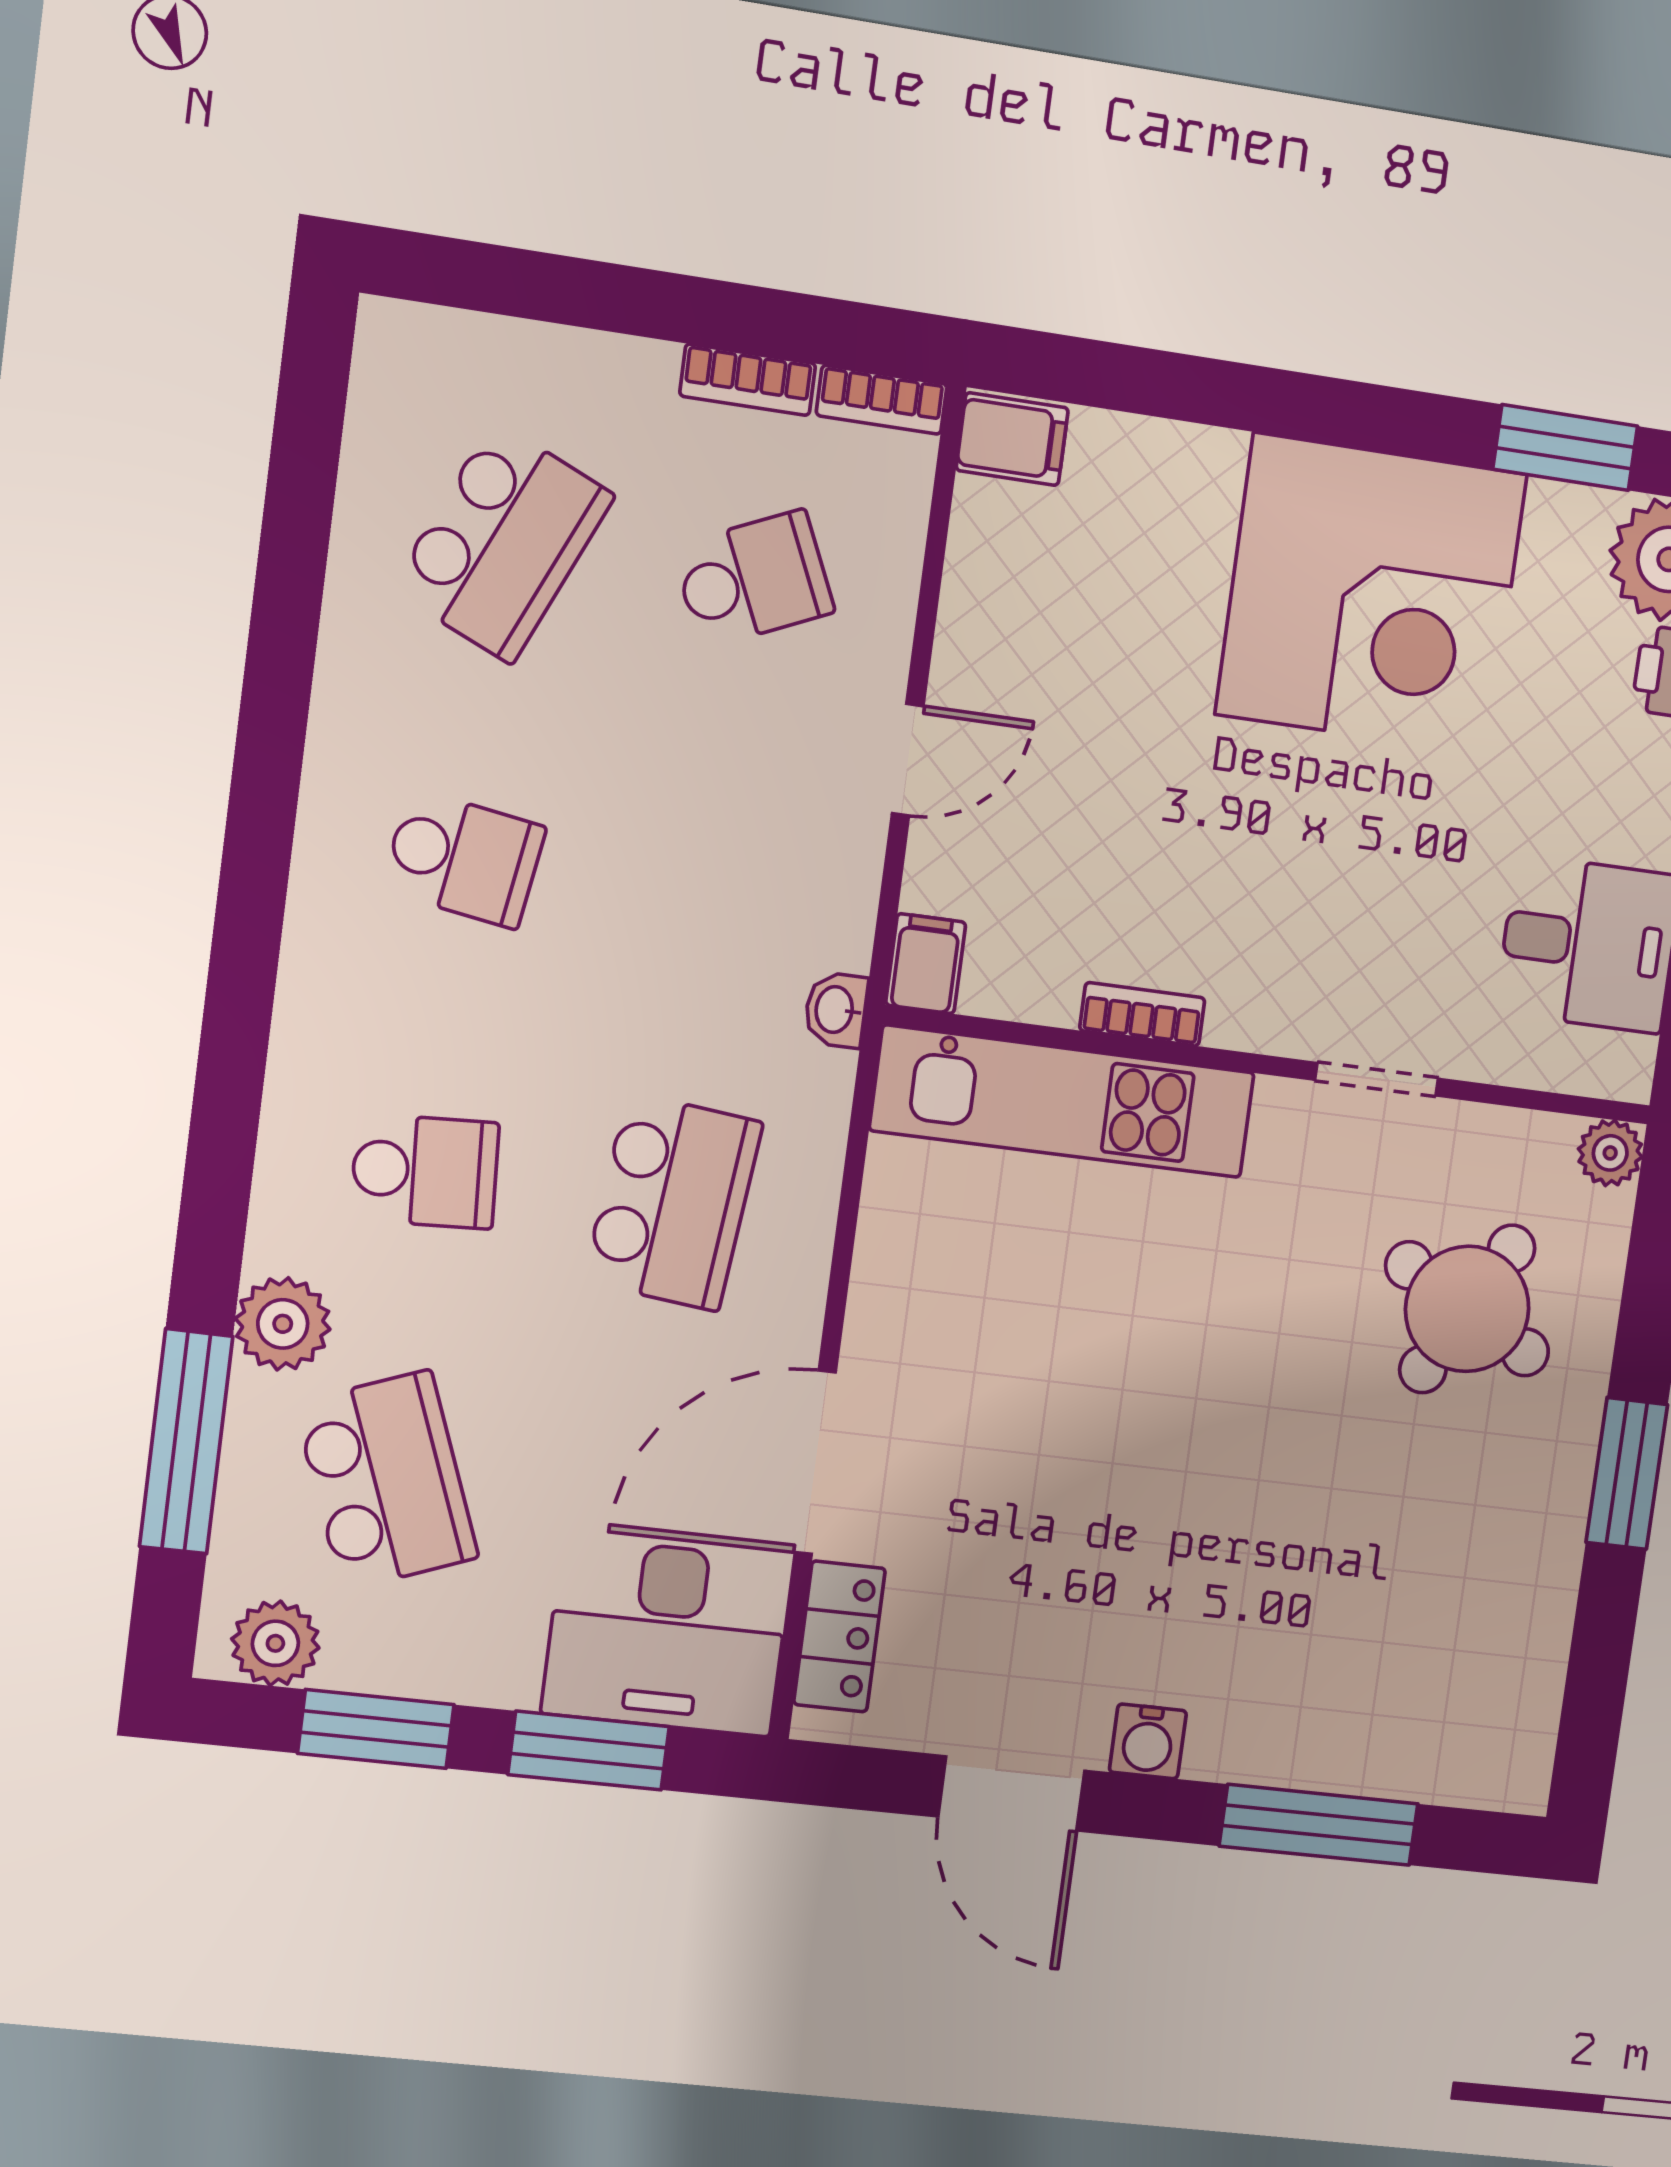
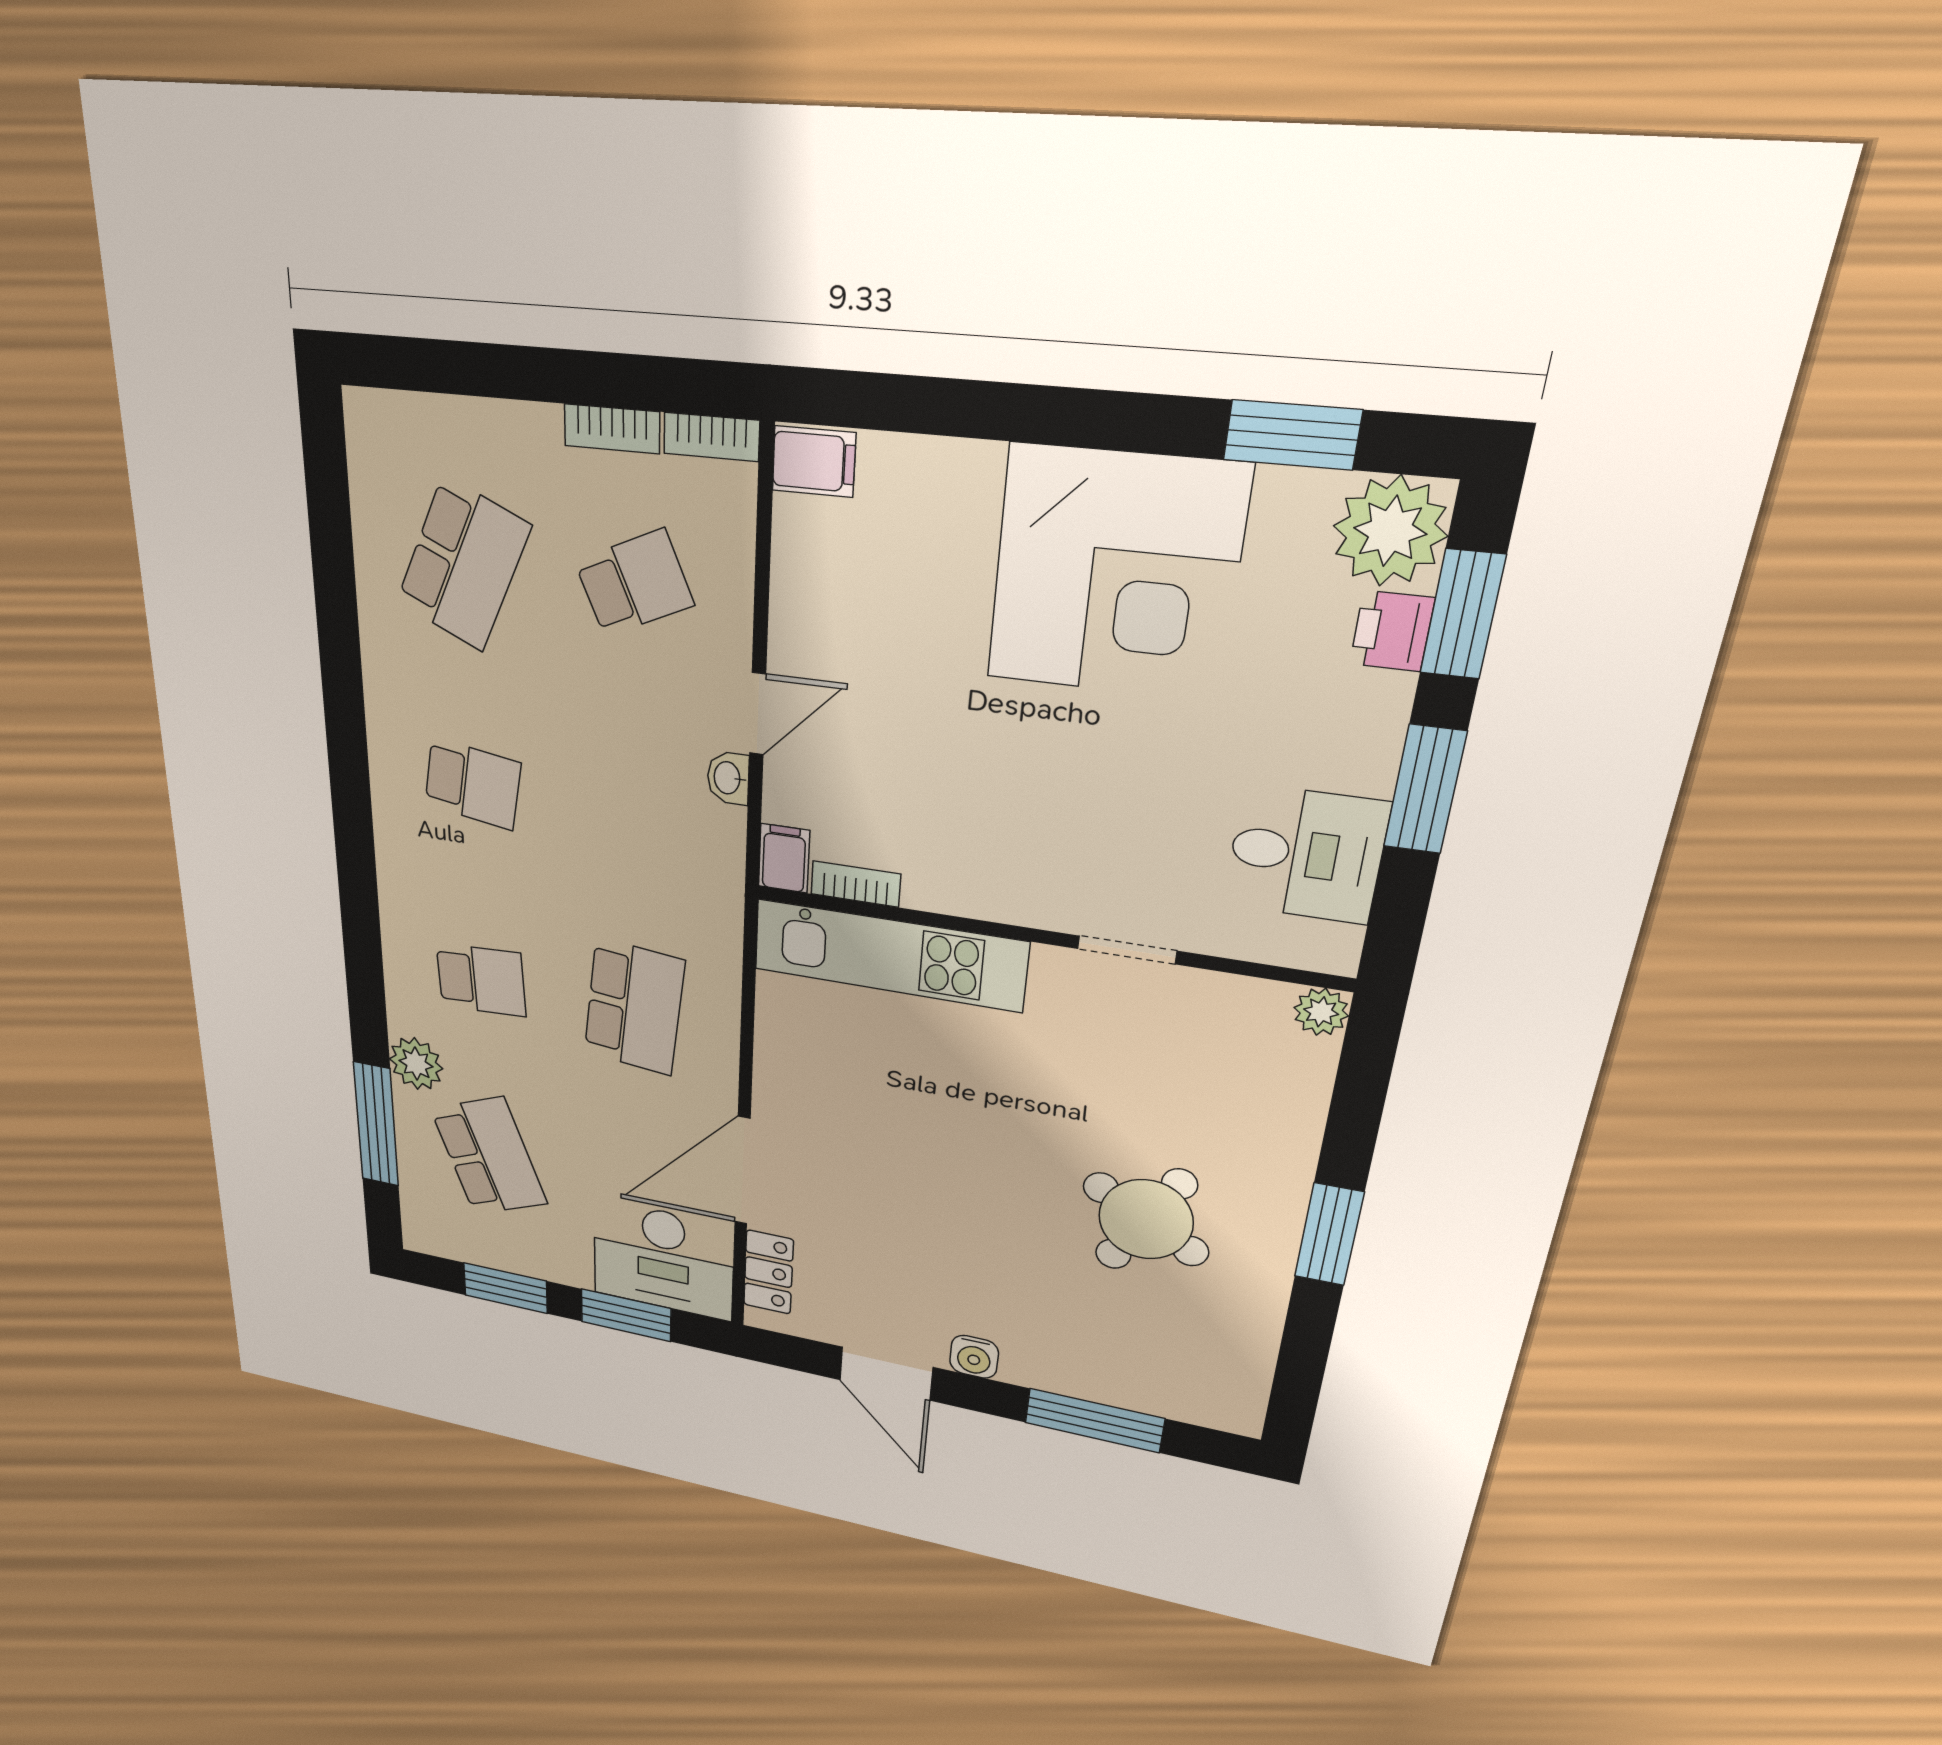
washbasin: (836, 1010) -> (728, 778), moved
bookcase: (1142, 1014) -> (856, 884), moved
round table: (1467, 1309) -> (1146, 1219), moved
plant: (275, 1643) -> (444, 1237), removed

